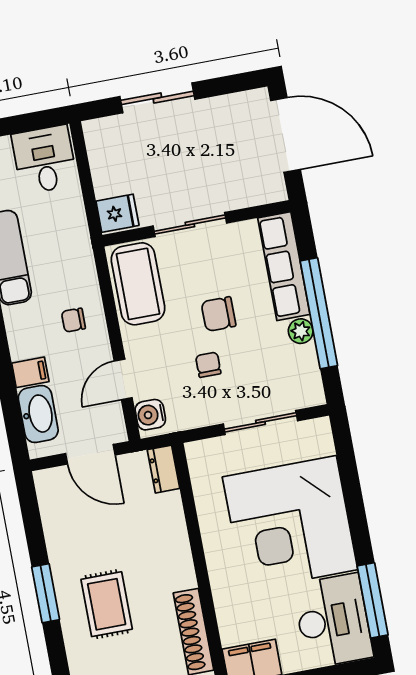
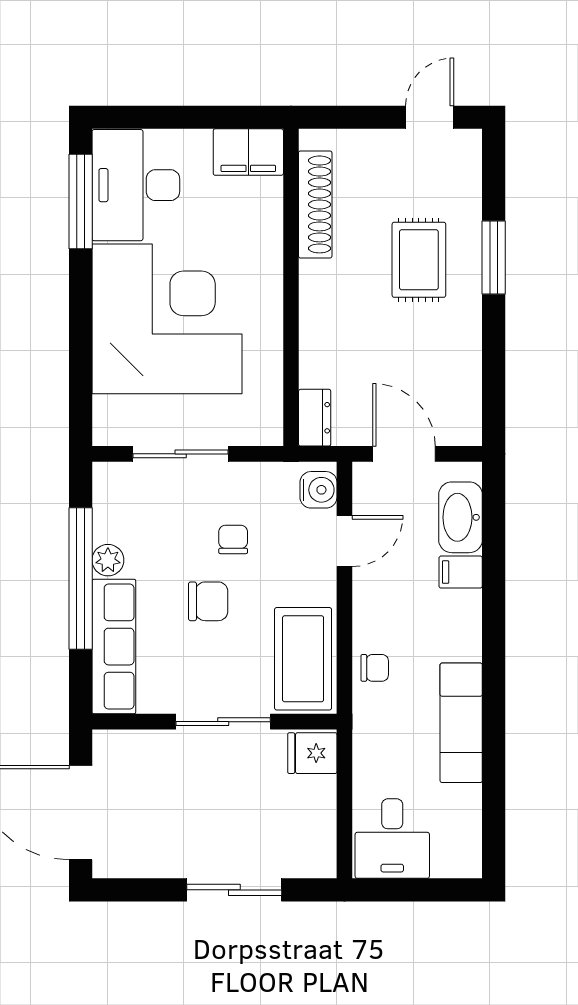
chair: (73, 320) -> (375, 668), moved
chair: (208, 365) -> (233, 539), turned 180
window: (46, 593) -> (494, 257), moved

